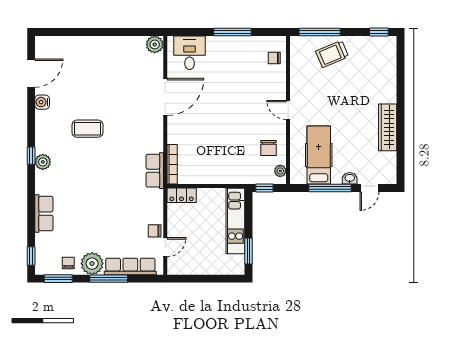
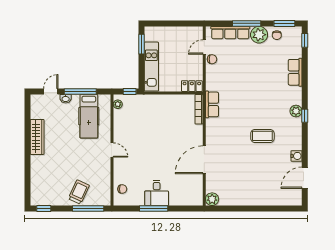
desk: (190, 53) -> (157, 193), moved
trolley: (332, 54) -> (79, 192), turned -42
chair: (268, 148) -> (127, 121), removed

